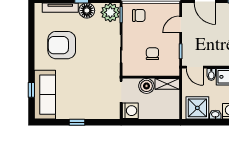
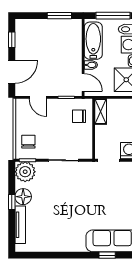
armchair: (62, 45) -> (60, 223), removed
chair: (152, 54) -> (79, 116), moved
door: (195, 67) -> (83, 83), hinge flipped
boiler: (146, 86) -> (103, 133), removed

